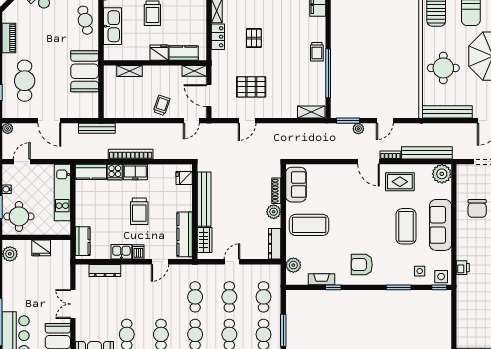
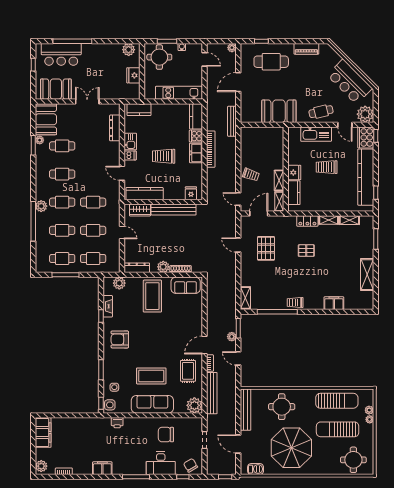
shelving: (130, 71) -> (279, 180), moved
armchair: (362, 265) -> (120, 339), turned -90

